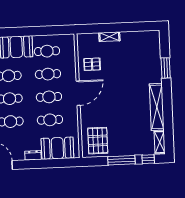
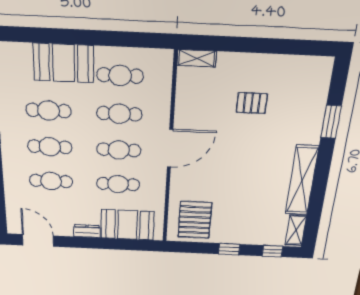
shelving: (109, 37) -> (197, 58), moved
pallet: (92, 64) -> (252, 103), moved
window: (121, 160) -> (229, 249), width x0.46

